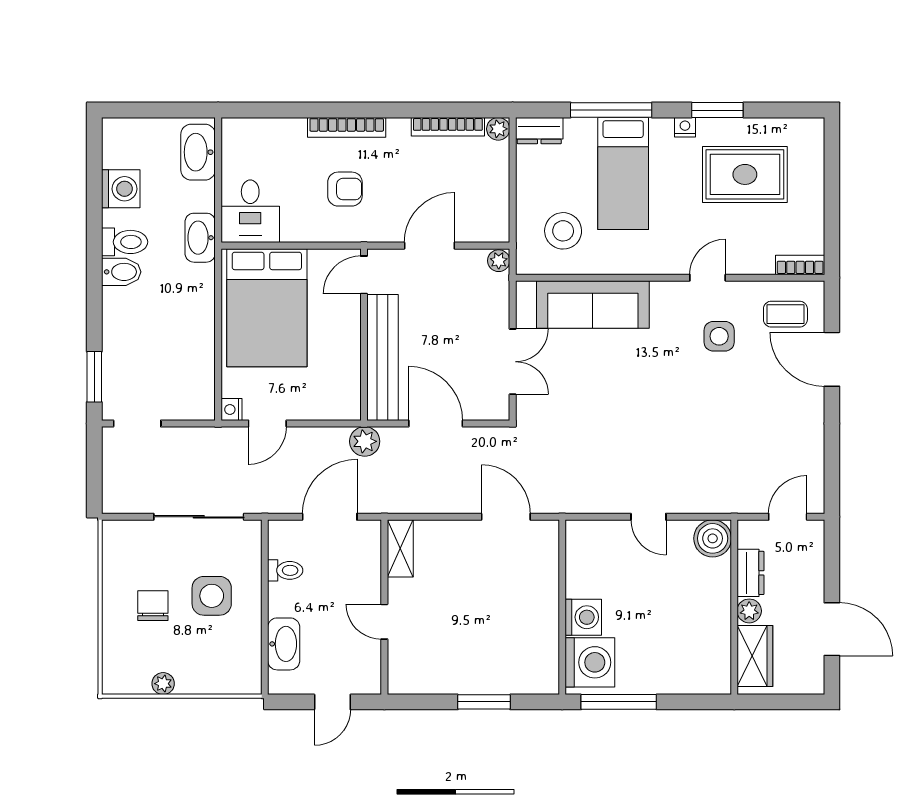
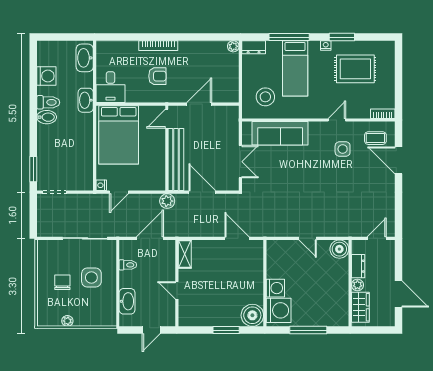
bookcase: (448, 127) -> (208, 45), removed
plant: (499, 261) -> (233, 112), removed
boiler: (537, 672) -> (252, 315), added
window: (619, 702) -> (308, 330), moved

